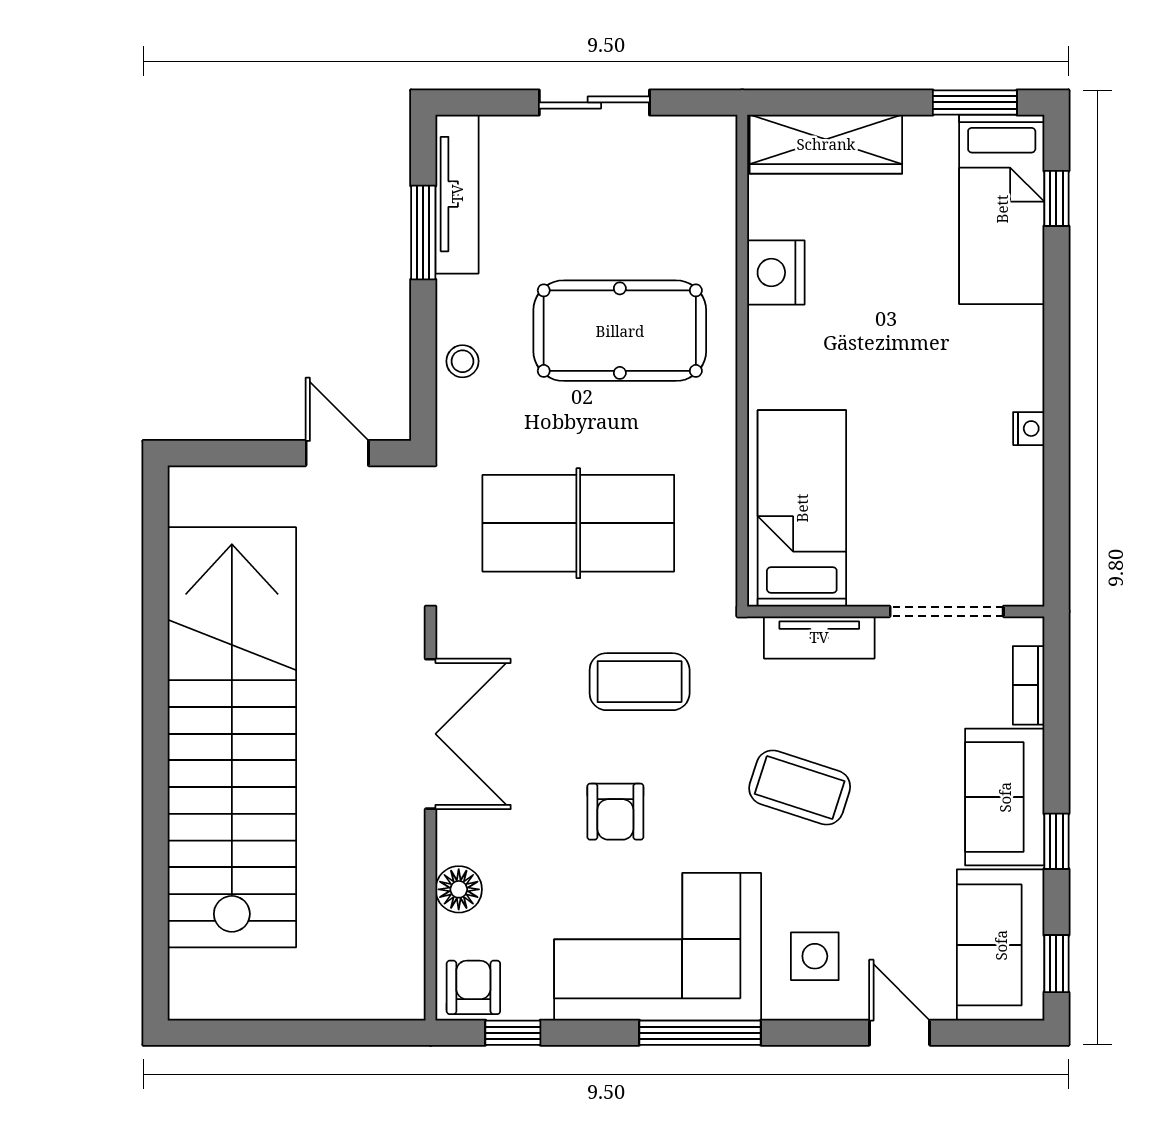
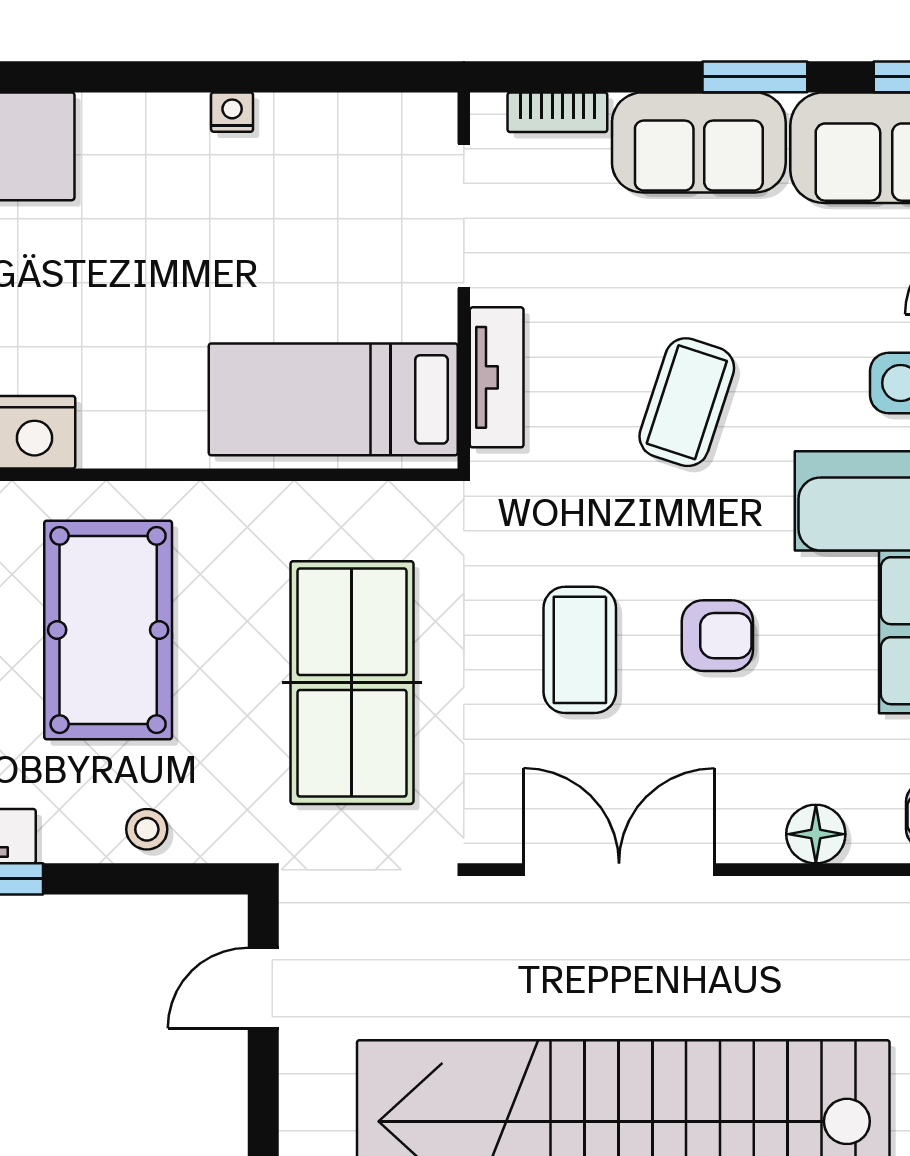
coffee table: (640, 682) -> (580, 650), moved
window: (1056, 841) -> (755, 77), width x1.50

